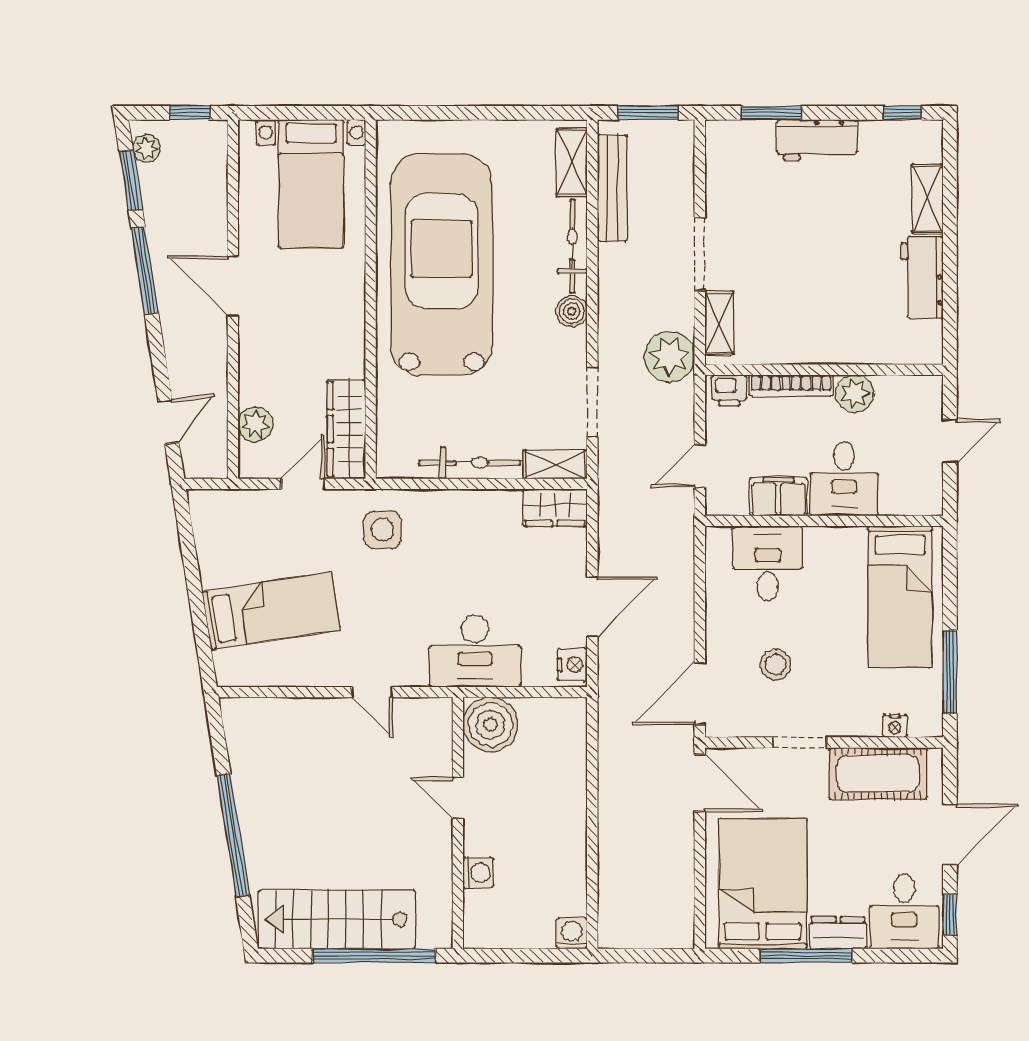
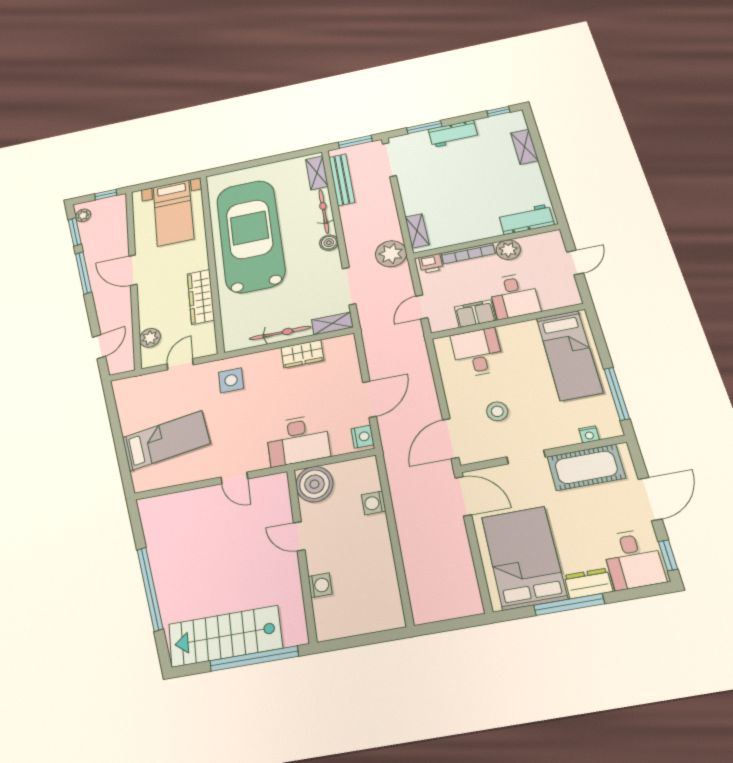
doorway: (700, 254) -> (389, 160), moved
workbench: (922, 278) -> (526, 219), moved, turned 90
wardrobe: (346, 429) -> (201, 297), moved
wardrobe: (555, 508) -> (302, 354), moved
washing machine: (572, 934) -> (374, 503), moved, turned -90

